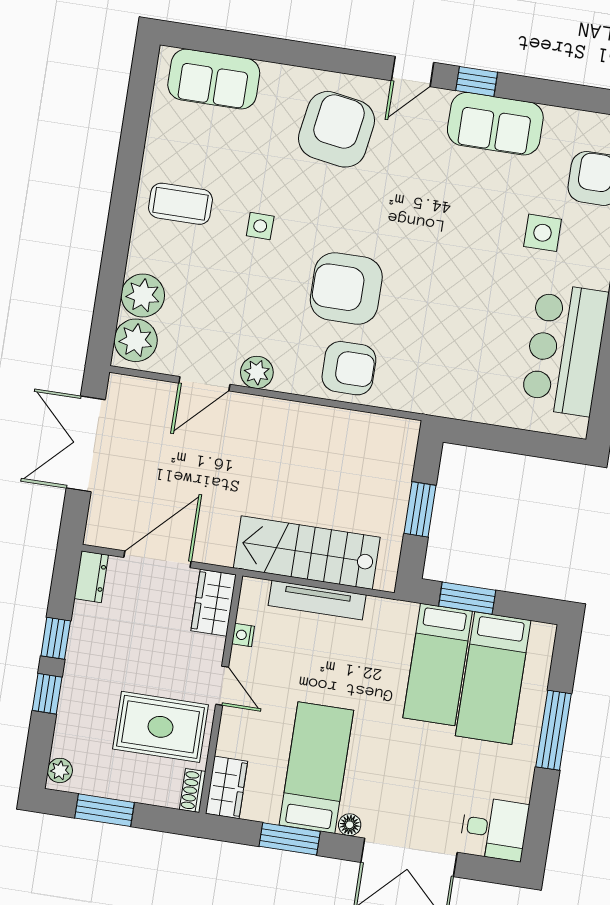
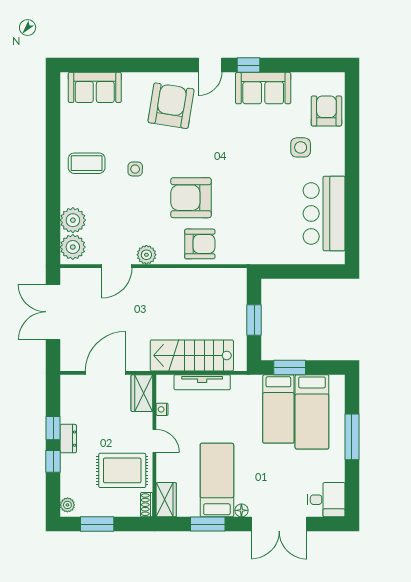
dresser: (91, 577) -> (68, 439), moved

